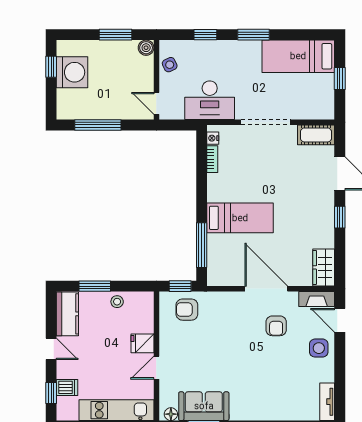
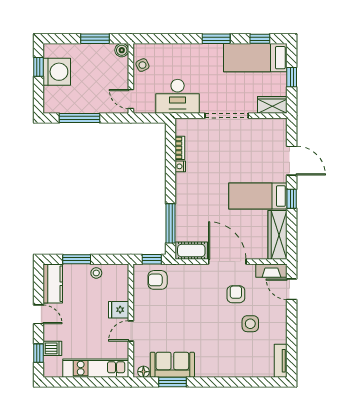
window: (205, 35) -> (260, 39), moved
wardrobe: (318, 110) -> (272, 105), added
cot: (316, 135) -> (191, 251), moved
nightstand: (213, 138) -> (180, 166), moved
bed: (240, 218) -> (258, 196), moved, turned 180
wardrobe: (324, 267) -> (278, 235), width x1.50
armchair: (276, 326) -> (236, 294), turned 180
side table: (319, 348) -> (250, 324), moved

